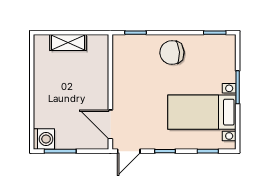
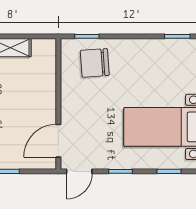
chair: (172, 53) -> (95, 63), moved
door: (110, 124) -> (58, 141), hinge flipped

